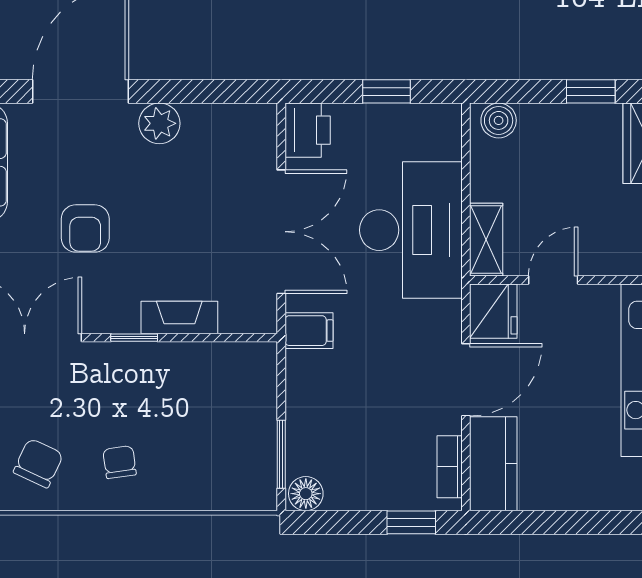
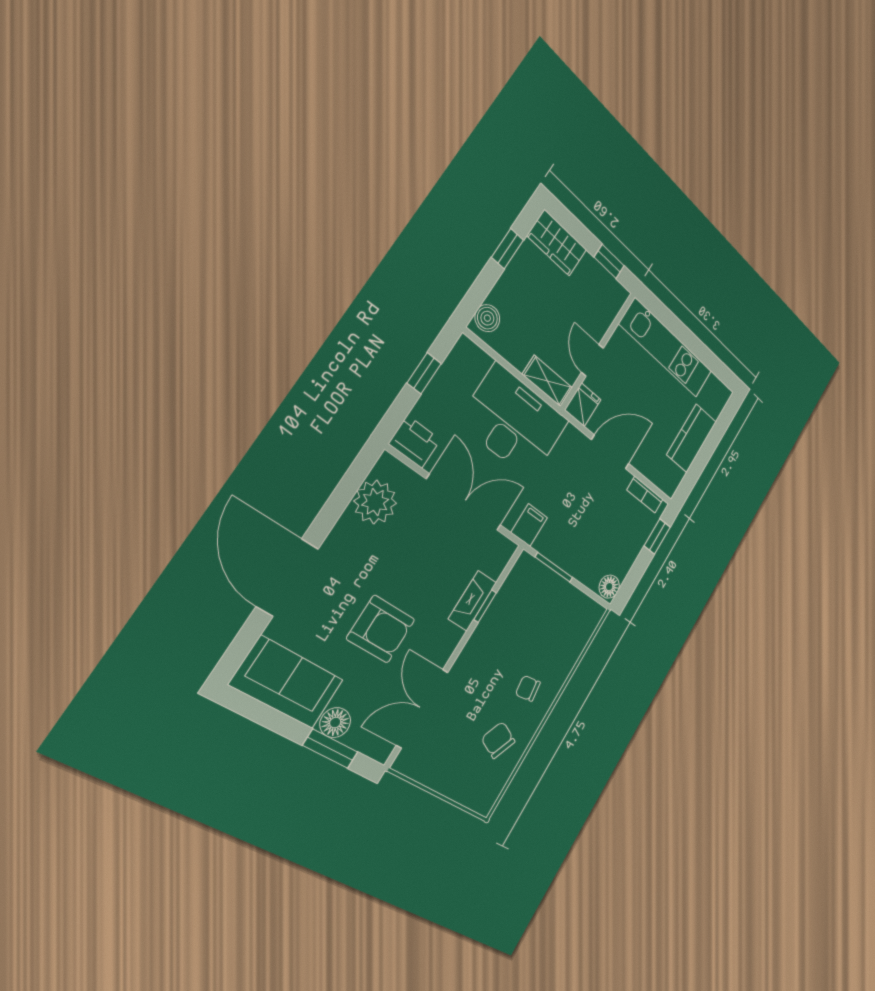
plant: (159, 123) -> (375, 502), moved, width x1.36, depth x1.36
armchair: (85, 228) -> (381, 629), width x1.38, depth x1.38
fridge: (493, 311) -> (583, 405), width x0.72
window: (134, 338) -> (485, 606), moved
door: (466, 380) -> (610, 452), hinge flipped
window: (281, 454) -> (554, 567), moved
kitchen counter: (493, 464) -> (692, 438), moved, turned -90

